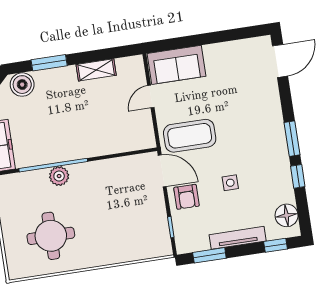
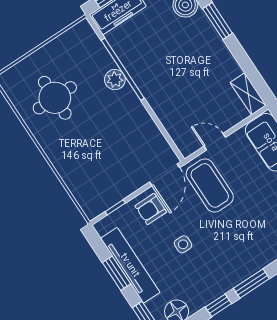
shelving: (96, 70) -> (248, 94), moved
door: (151, 97) -> (215, 142), moved
tv unit: (238, 238) -> (130, 265), width x1.36, depth x1.29
window: (209, 255) -> (117, 273), moved

